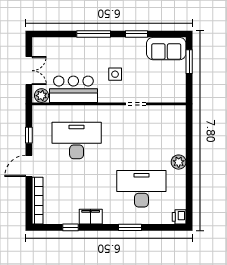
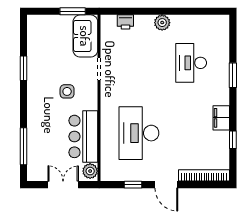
window: (94, 34) -> (24, 146), moved
sofa: (166, 49) -> (85, 36), moved, turned 180
window: (189, 62) -> (73, 11), moved
desk: (141, 189) -> (191, 63), width x0.73, depth x0.77
printer: (179, 217) -> (125, 22), moved

